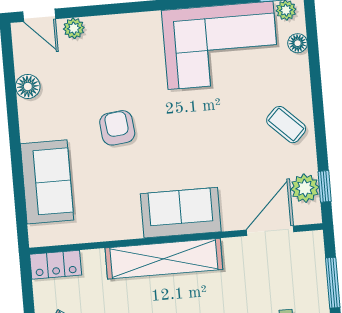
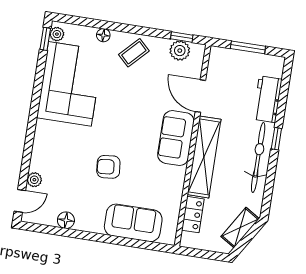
floor lamp: (298, 43) -> (103, 35), moved
door: (270, 231) -> (200, 96), moved
locker: (56, 265) -> (193, 215), moved

